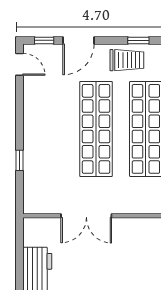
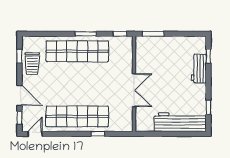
trolley: (127, 60) -> (32, 64), turned 180
shop shelf: (96, 129) -> (77, 116), moved

